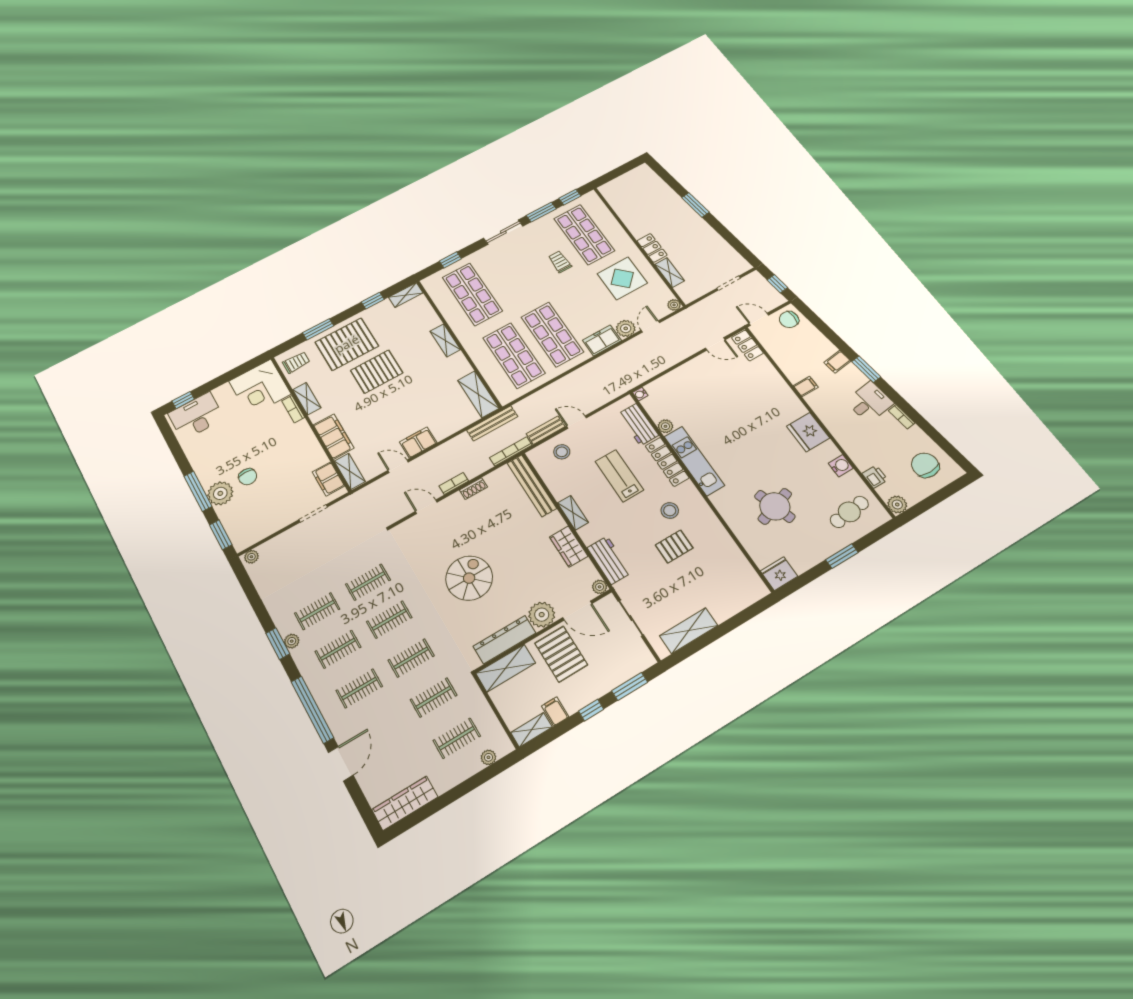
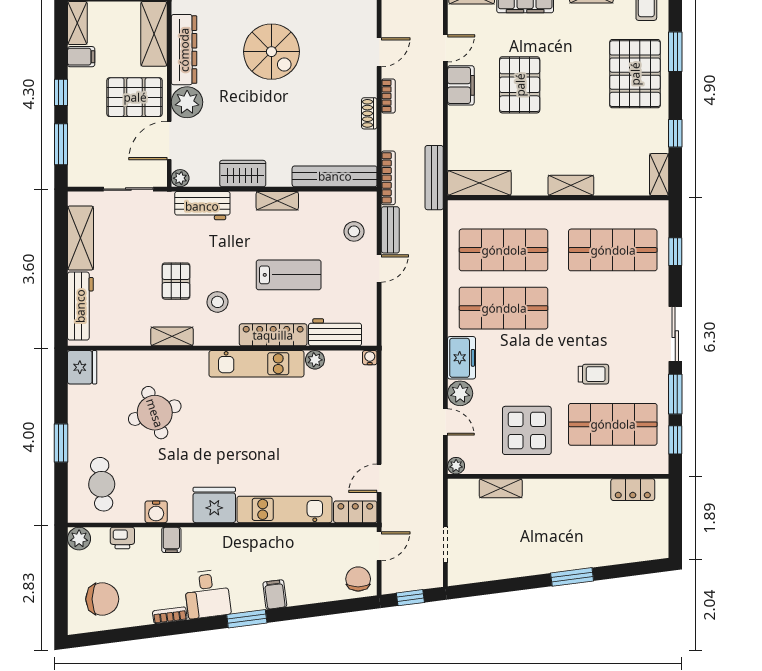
locker: (652, 248) -> (633, 490), moved
pallet: (377, 372) -> (520, 85), moved
filing cabinet: (806, 386) -> (171, 540), moved
kitchen unit: (778, 388) -> (284, 509), added
shelving: (715, 526) -> (172, 336), added
workbench: (737, 601) -> (80, 306), added

